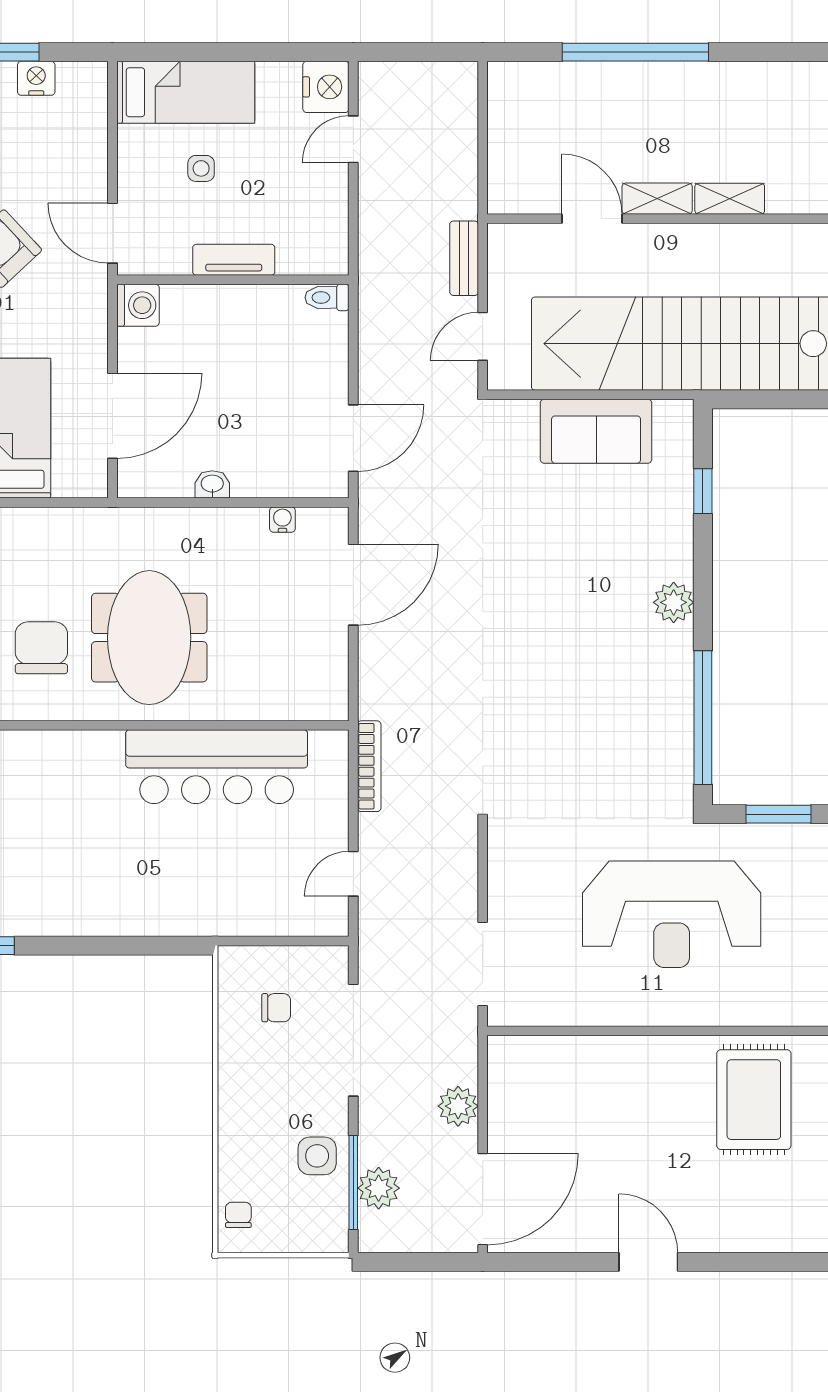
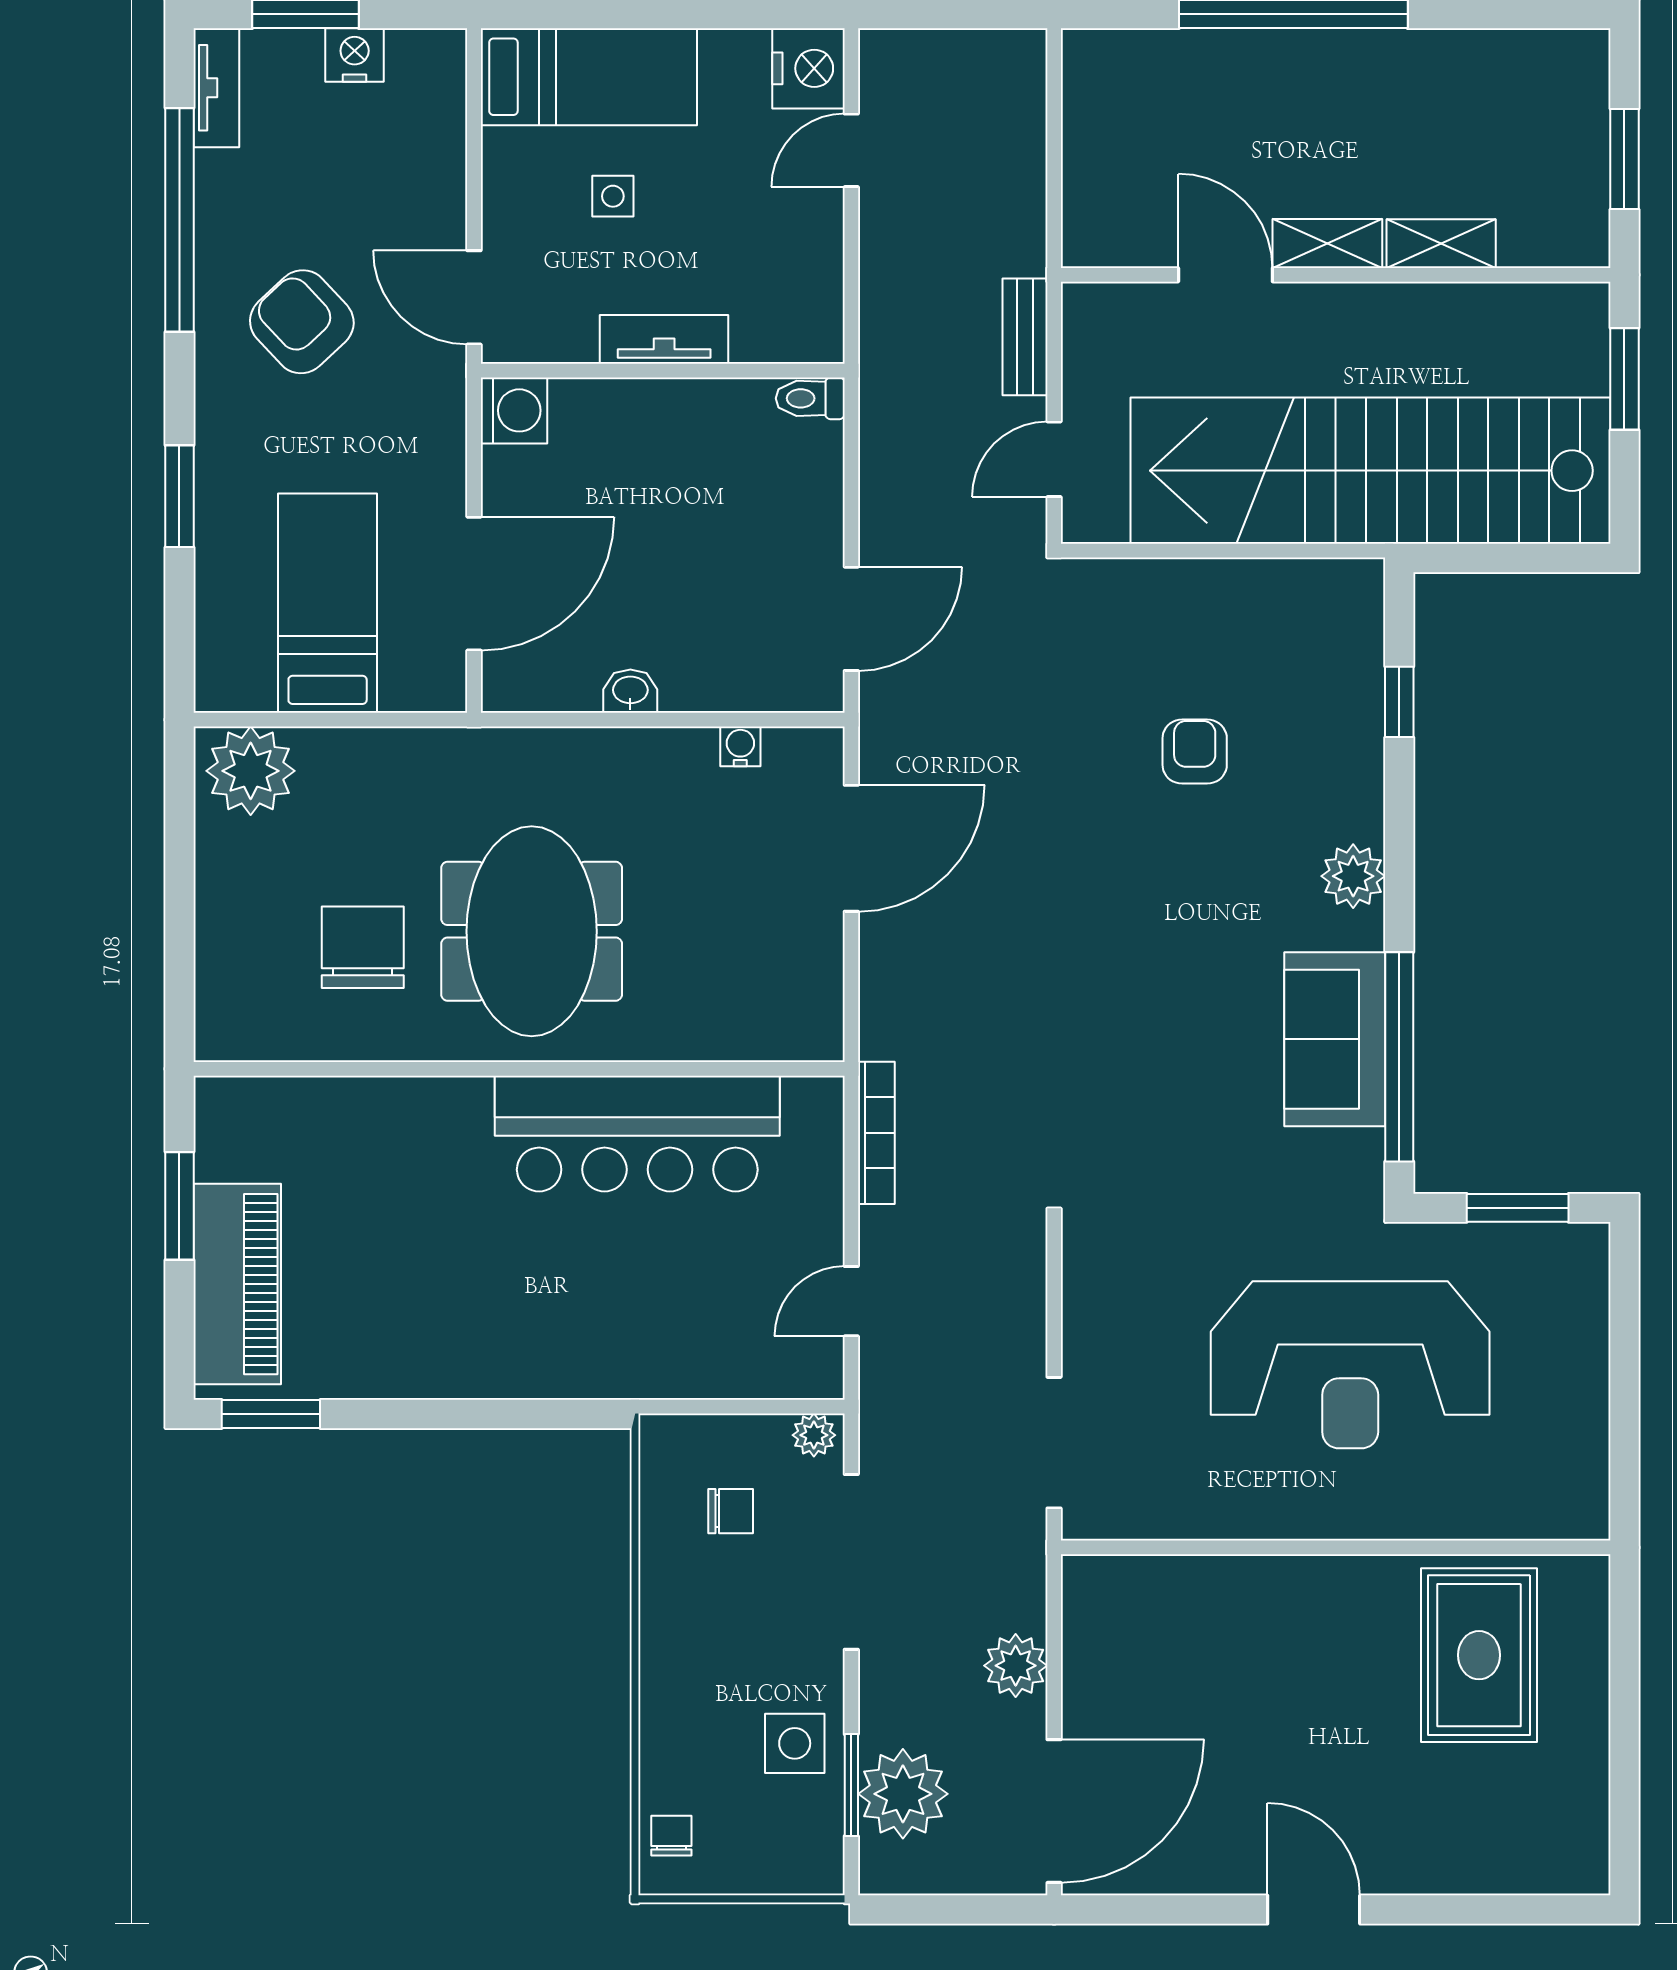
sofa: (596, 431) -> (1335, 1039), moved, turned 90
armchair: (572, 523) -> (1195, 752), added
plant: (329, 959) -> (814, 1435), added
window: (353, 1183) -> (851, 1785), width x0.69
plant: (379, 1188) -> (903, 1794), width x1.36, depth x1.36

